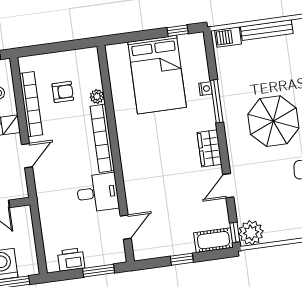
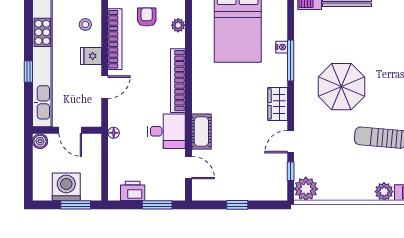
armchair: (63, 92) -> (147, 17), moved, turned -90
plant: (97, 96) -> (178, 25), moved
floor lamp: (43, 202) -> (114, 133), added
door: (126, 227) -> (188, 167), hinge flipped
window: (235, 232) -> (291, 171), moved
cot: (213, 240) -> (201, 132), moved, turned 90

